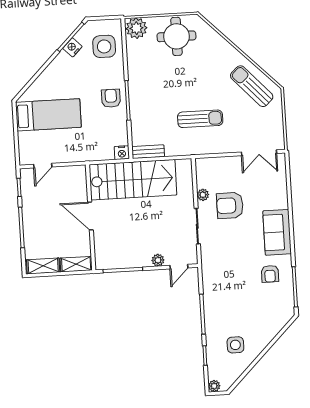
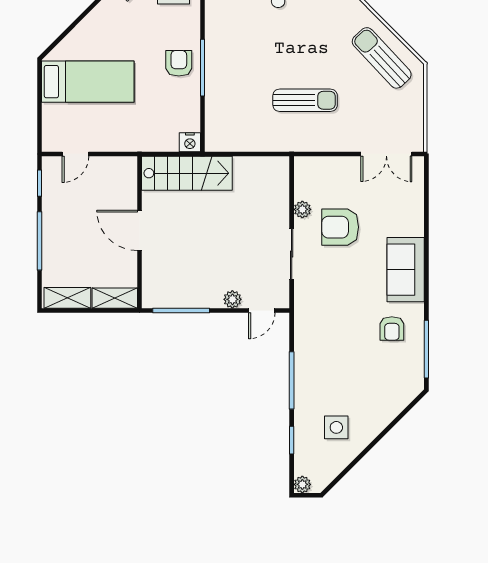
bench: (148, 152) -> (228, 143), removed
stairs: (133, 180) -> (187, 173), width x0.73, depth x0.66

